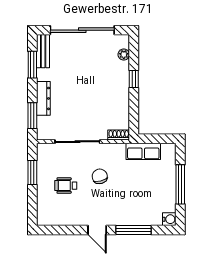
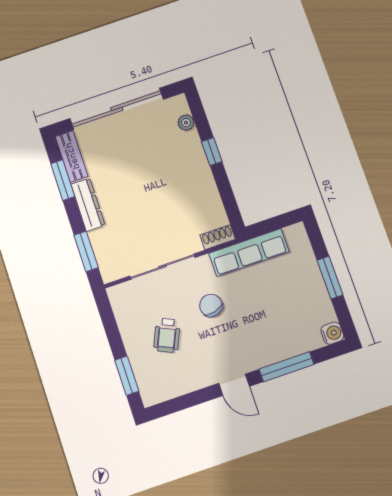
dresser: (43, 98) -> (88, 205), moved
row of seats: (143, 151) -> (249, 252), width x1.48
window: (32, 172) -> (127, 376), moved
window: (180, 184) -> (330, 278), width x0.69
wheelchair: (66, 186) -> (167, 335), turned -66

